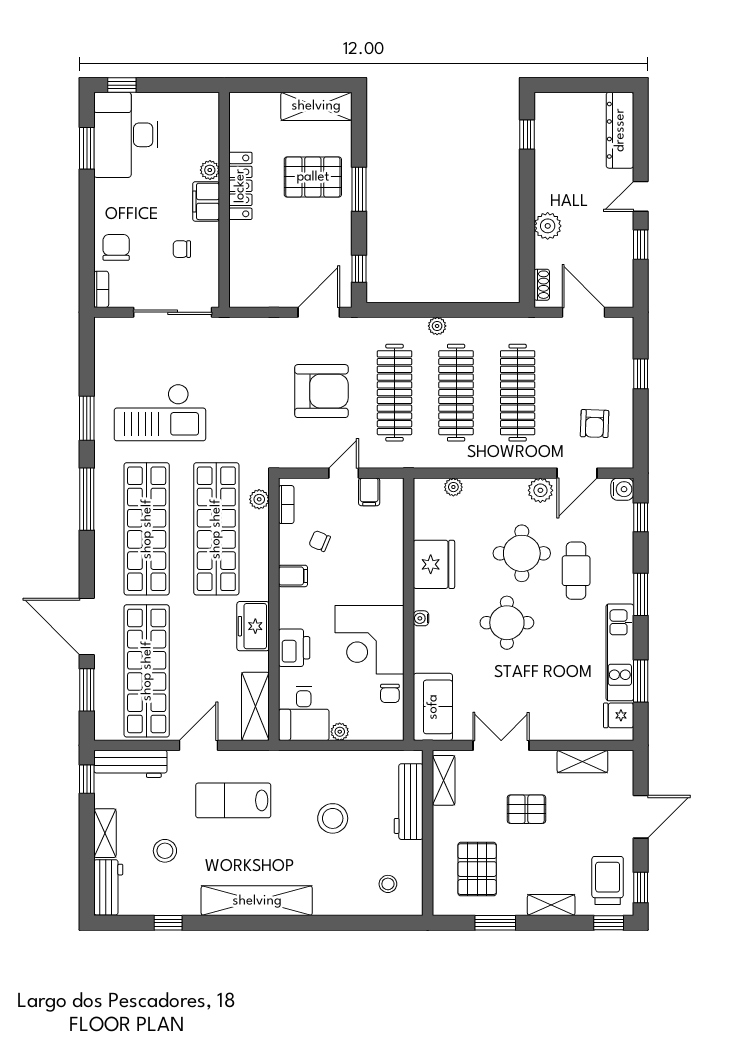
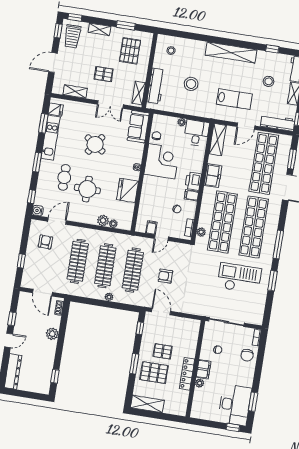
pallet: (301, 226) -> (163, 351), added
door: (319, 312) -> (161, 312), swing flipped
armchair: (321, 391) -> (165, 276), width x0.53, depth x0.53
plant: (540, 490) -> (103, 221), moved
round table: (507, 623) -> (95, 144), moved, turned 35
printer: (294, 648) -> (193, 181), moved

